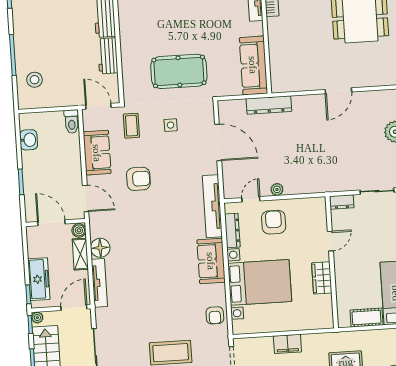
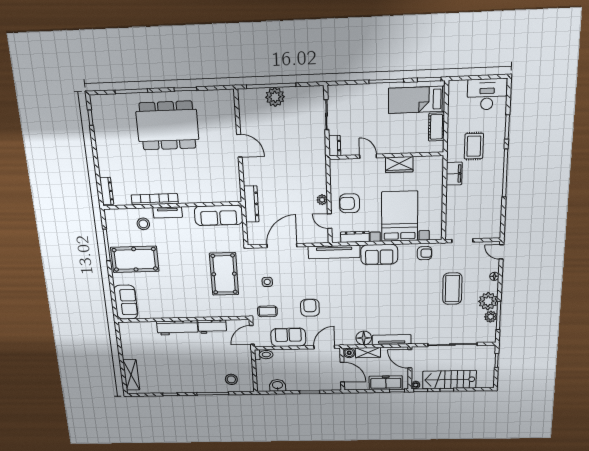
door: (51, 223) -> (342, 372), swing flipped
filing cabinet: (287, 344) -> (454, 174), moved

